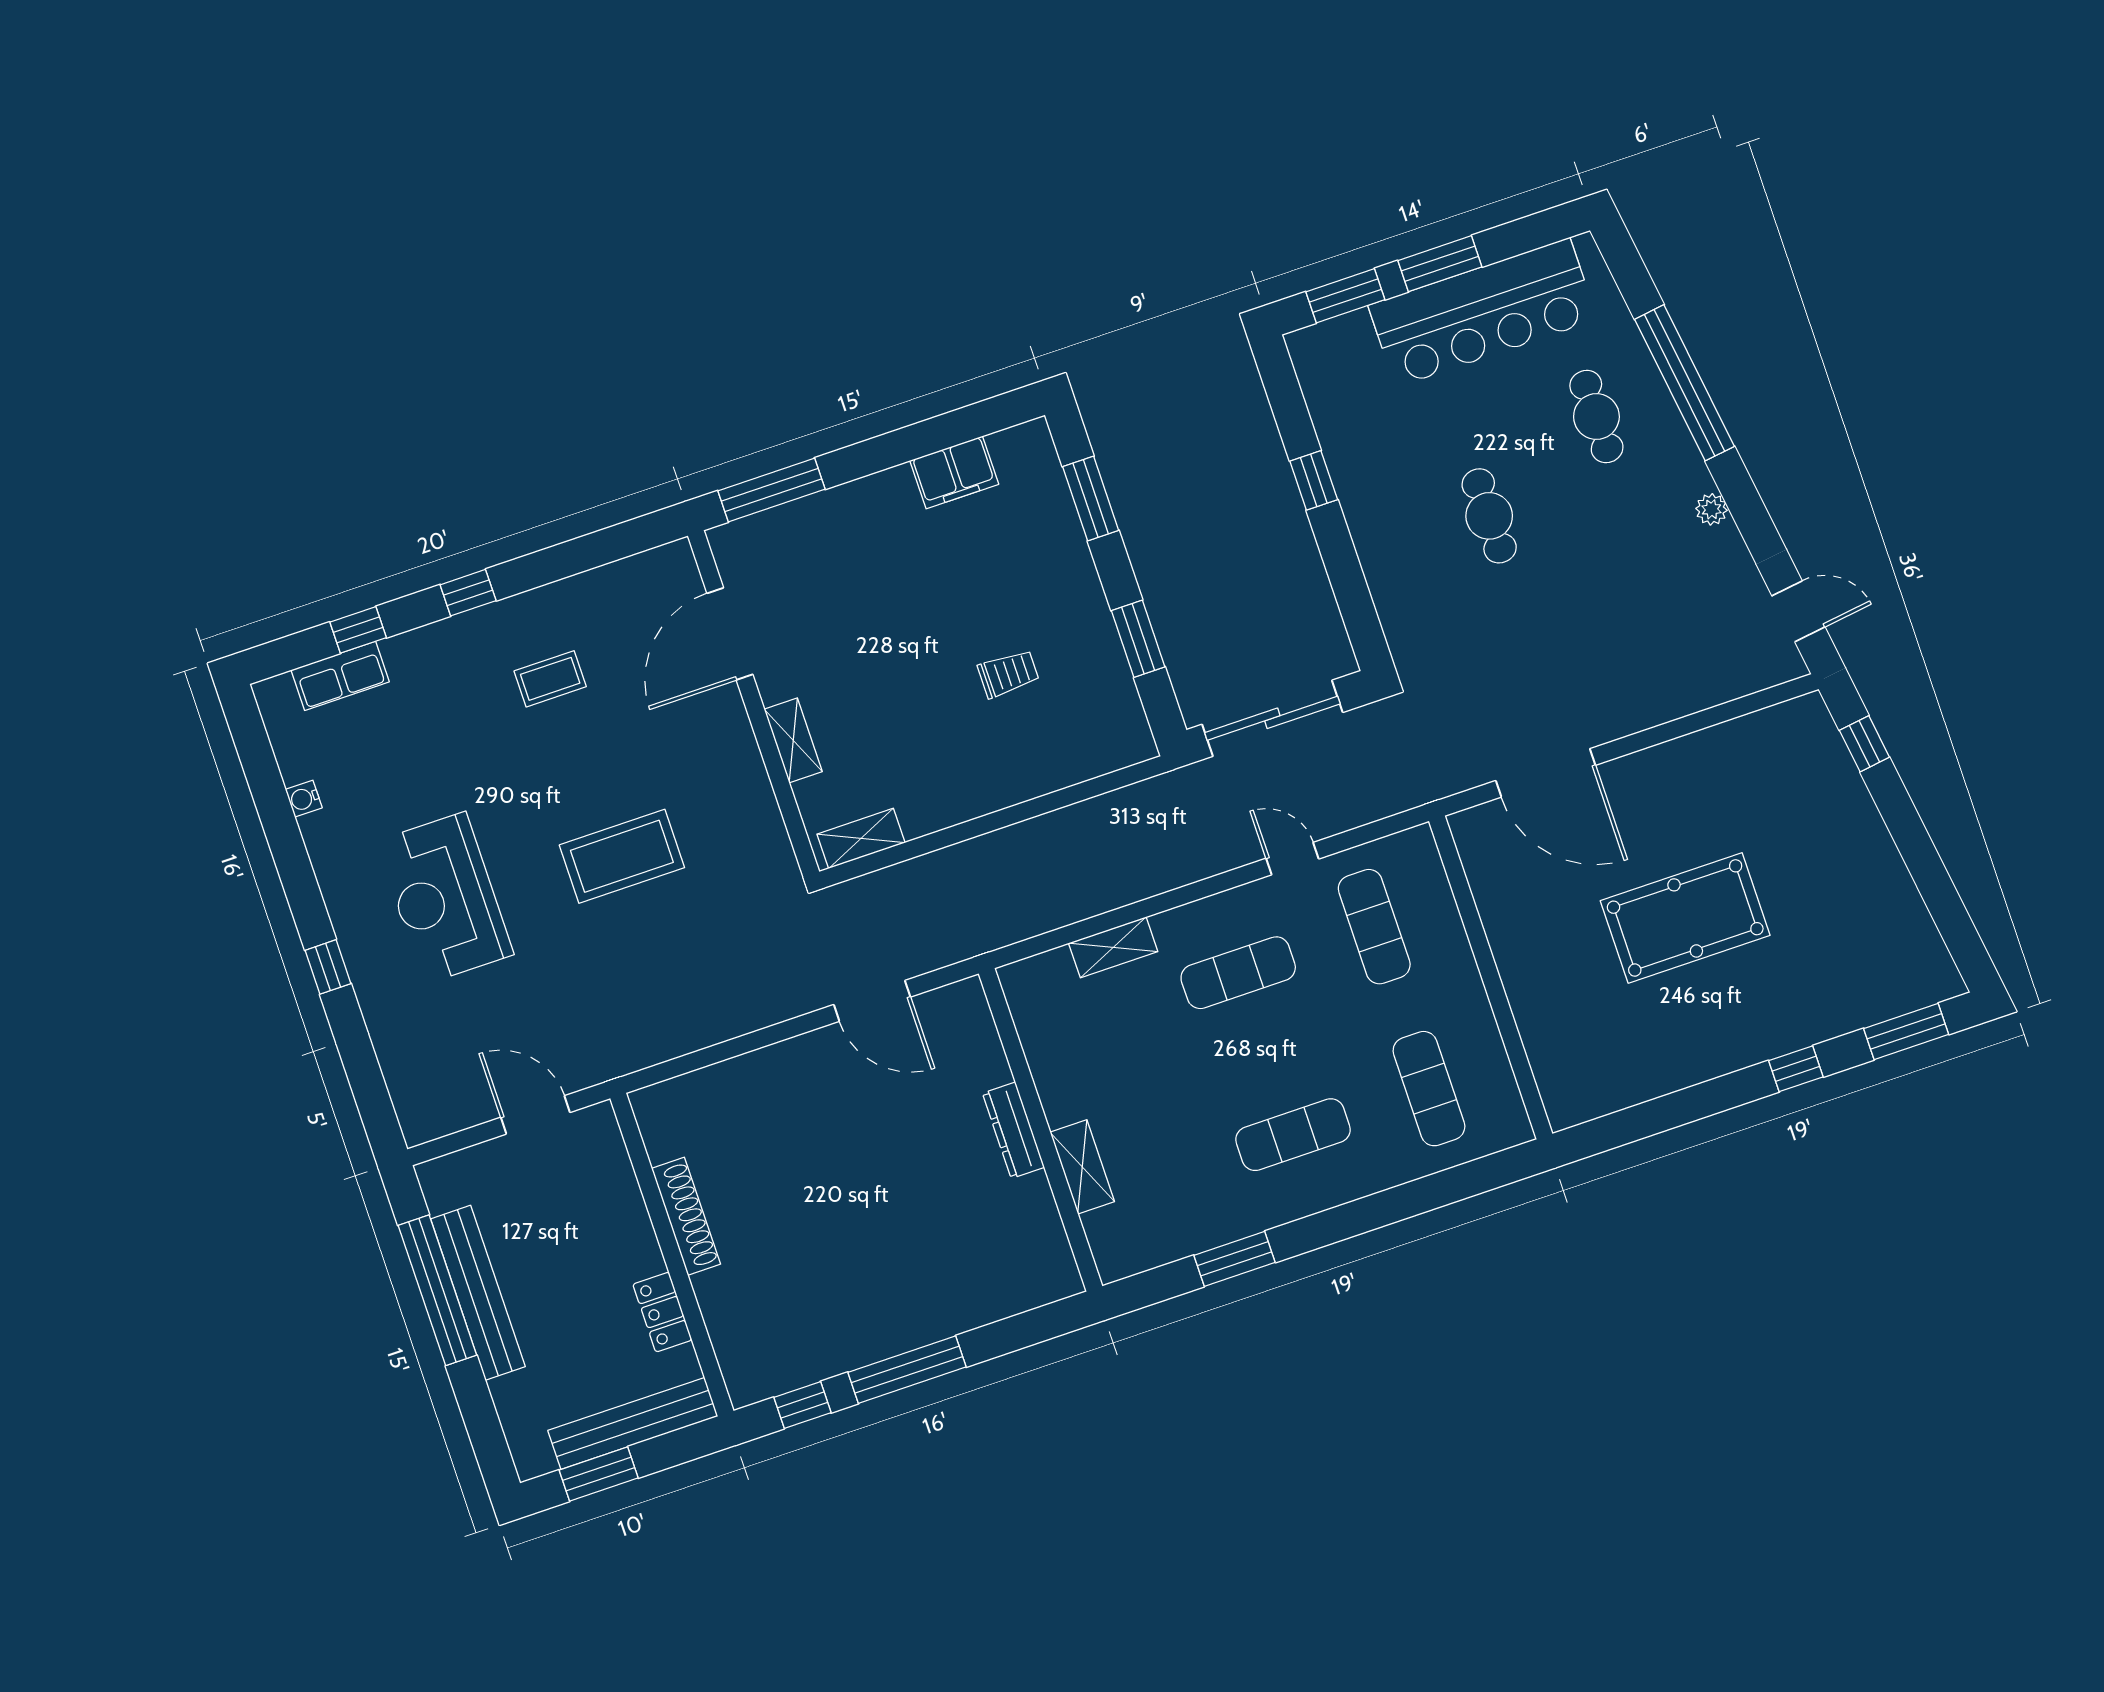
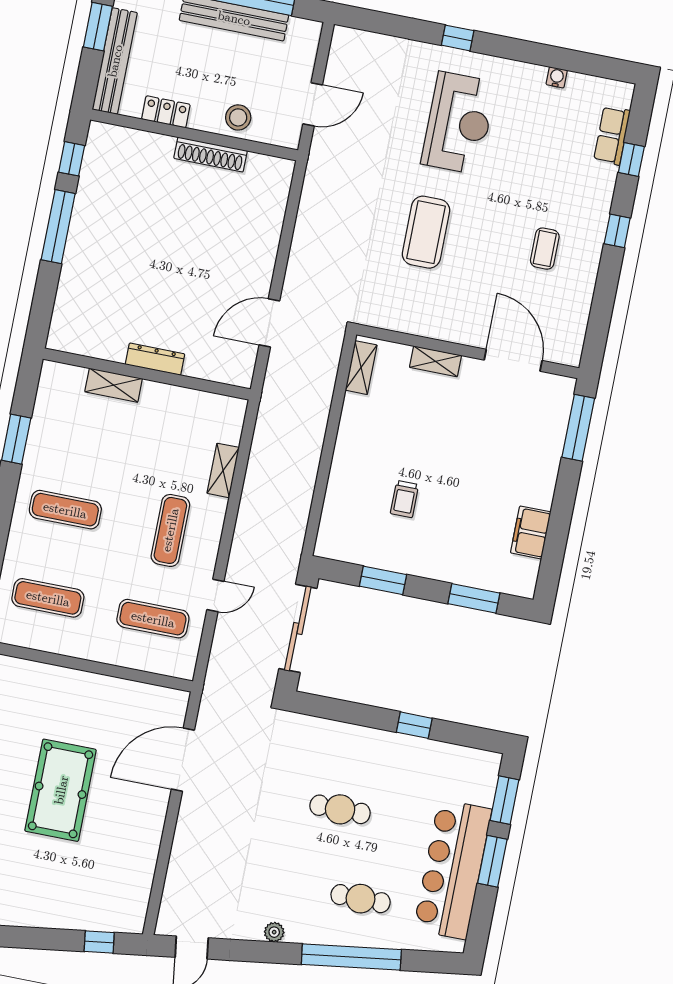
reception desk: (445, 898) -> (459, 123), turned 90
exercise mat: (1293, 1135) -> (65, 510), turned 90
stool: (613, 1208) -> (238, 117), added

